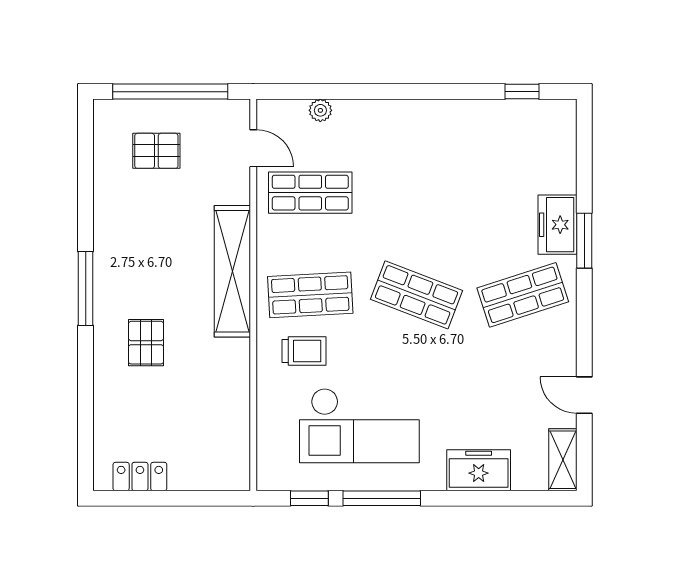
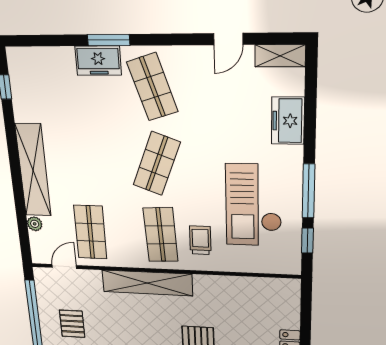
shelving: (403, 118) -> (33, 170), added
checkout: (359, 426) -> (254, 205), turned 180

